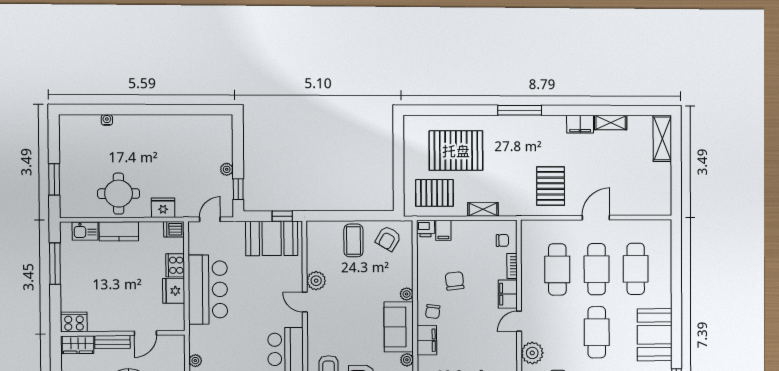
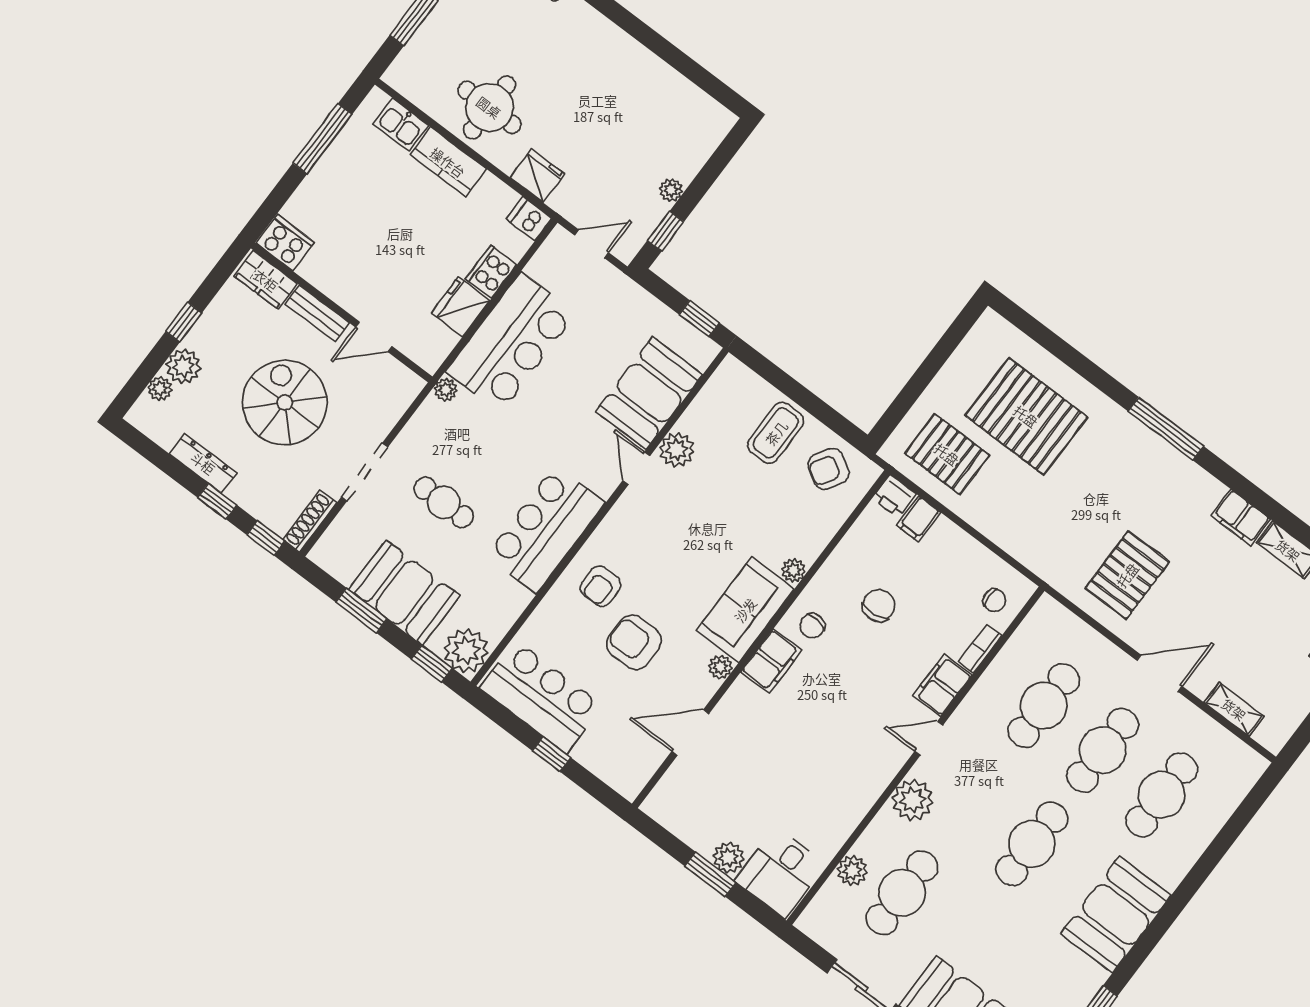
shelving: (483, 209) -> (1234, 709), moved
booth: (272, 238) -> (649, 393), moved, turned 90
plant: (195, 361) -> (446, 390), moved

